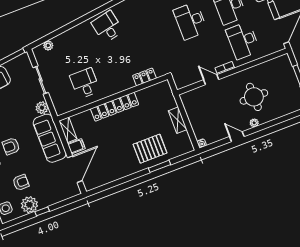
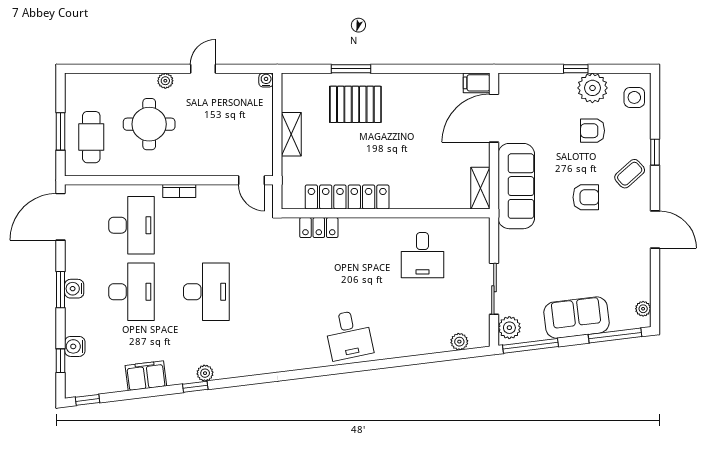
cafe table: (282, 79) -> (91, 137), added
door: (211, 80) -> (252, 180), moved
locker: (115, 107) -> (347, 197), moved
plant: (42, 108) -> (509, 328), moved
door: (237, 137) -> (203, 69), swing flipped
filing cabinet: (76, 146) -> (477, 83), moved

